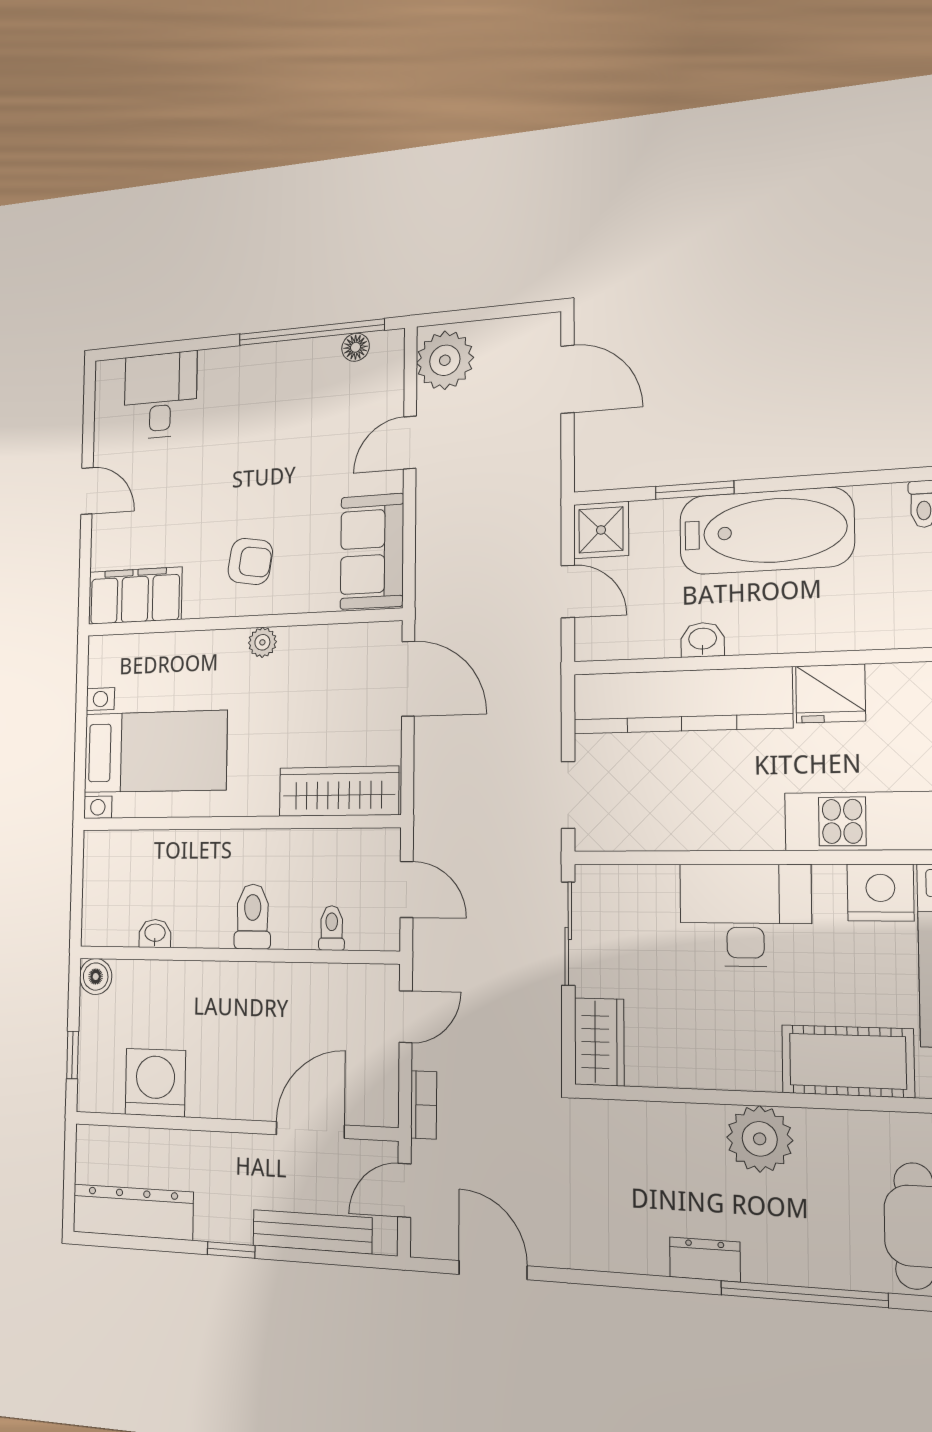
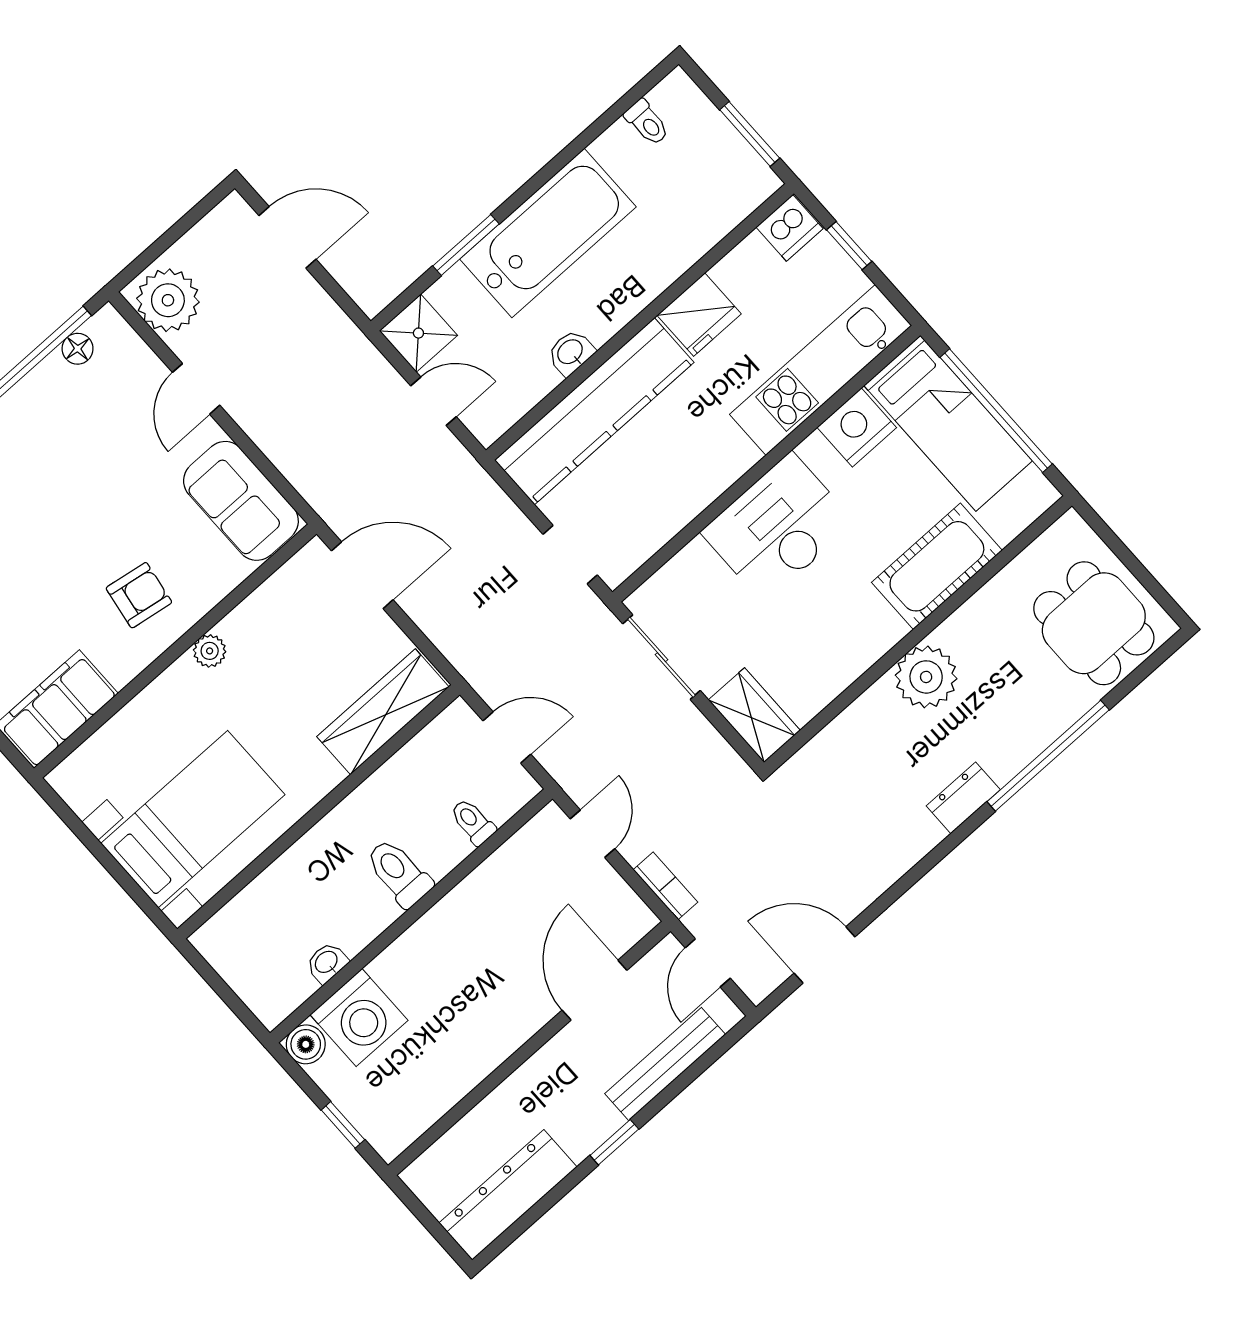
washing machine: (155, 1083) -> (359, 1018), moved, turned 180

